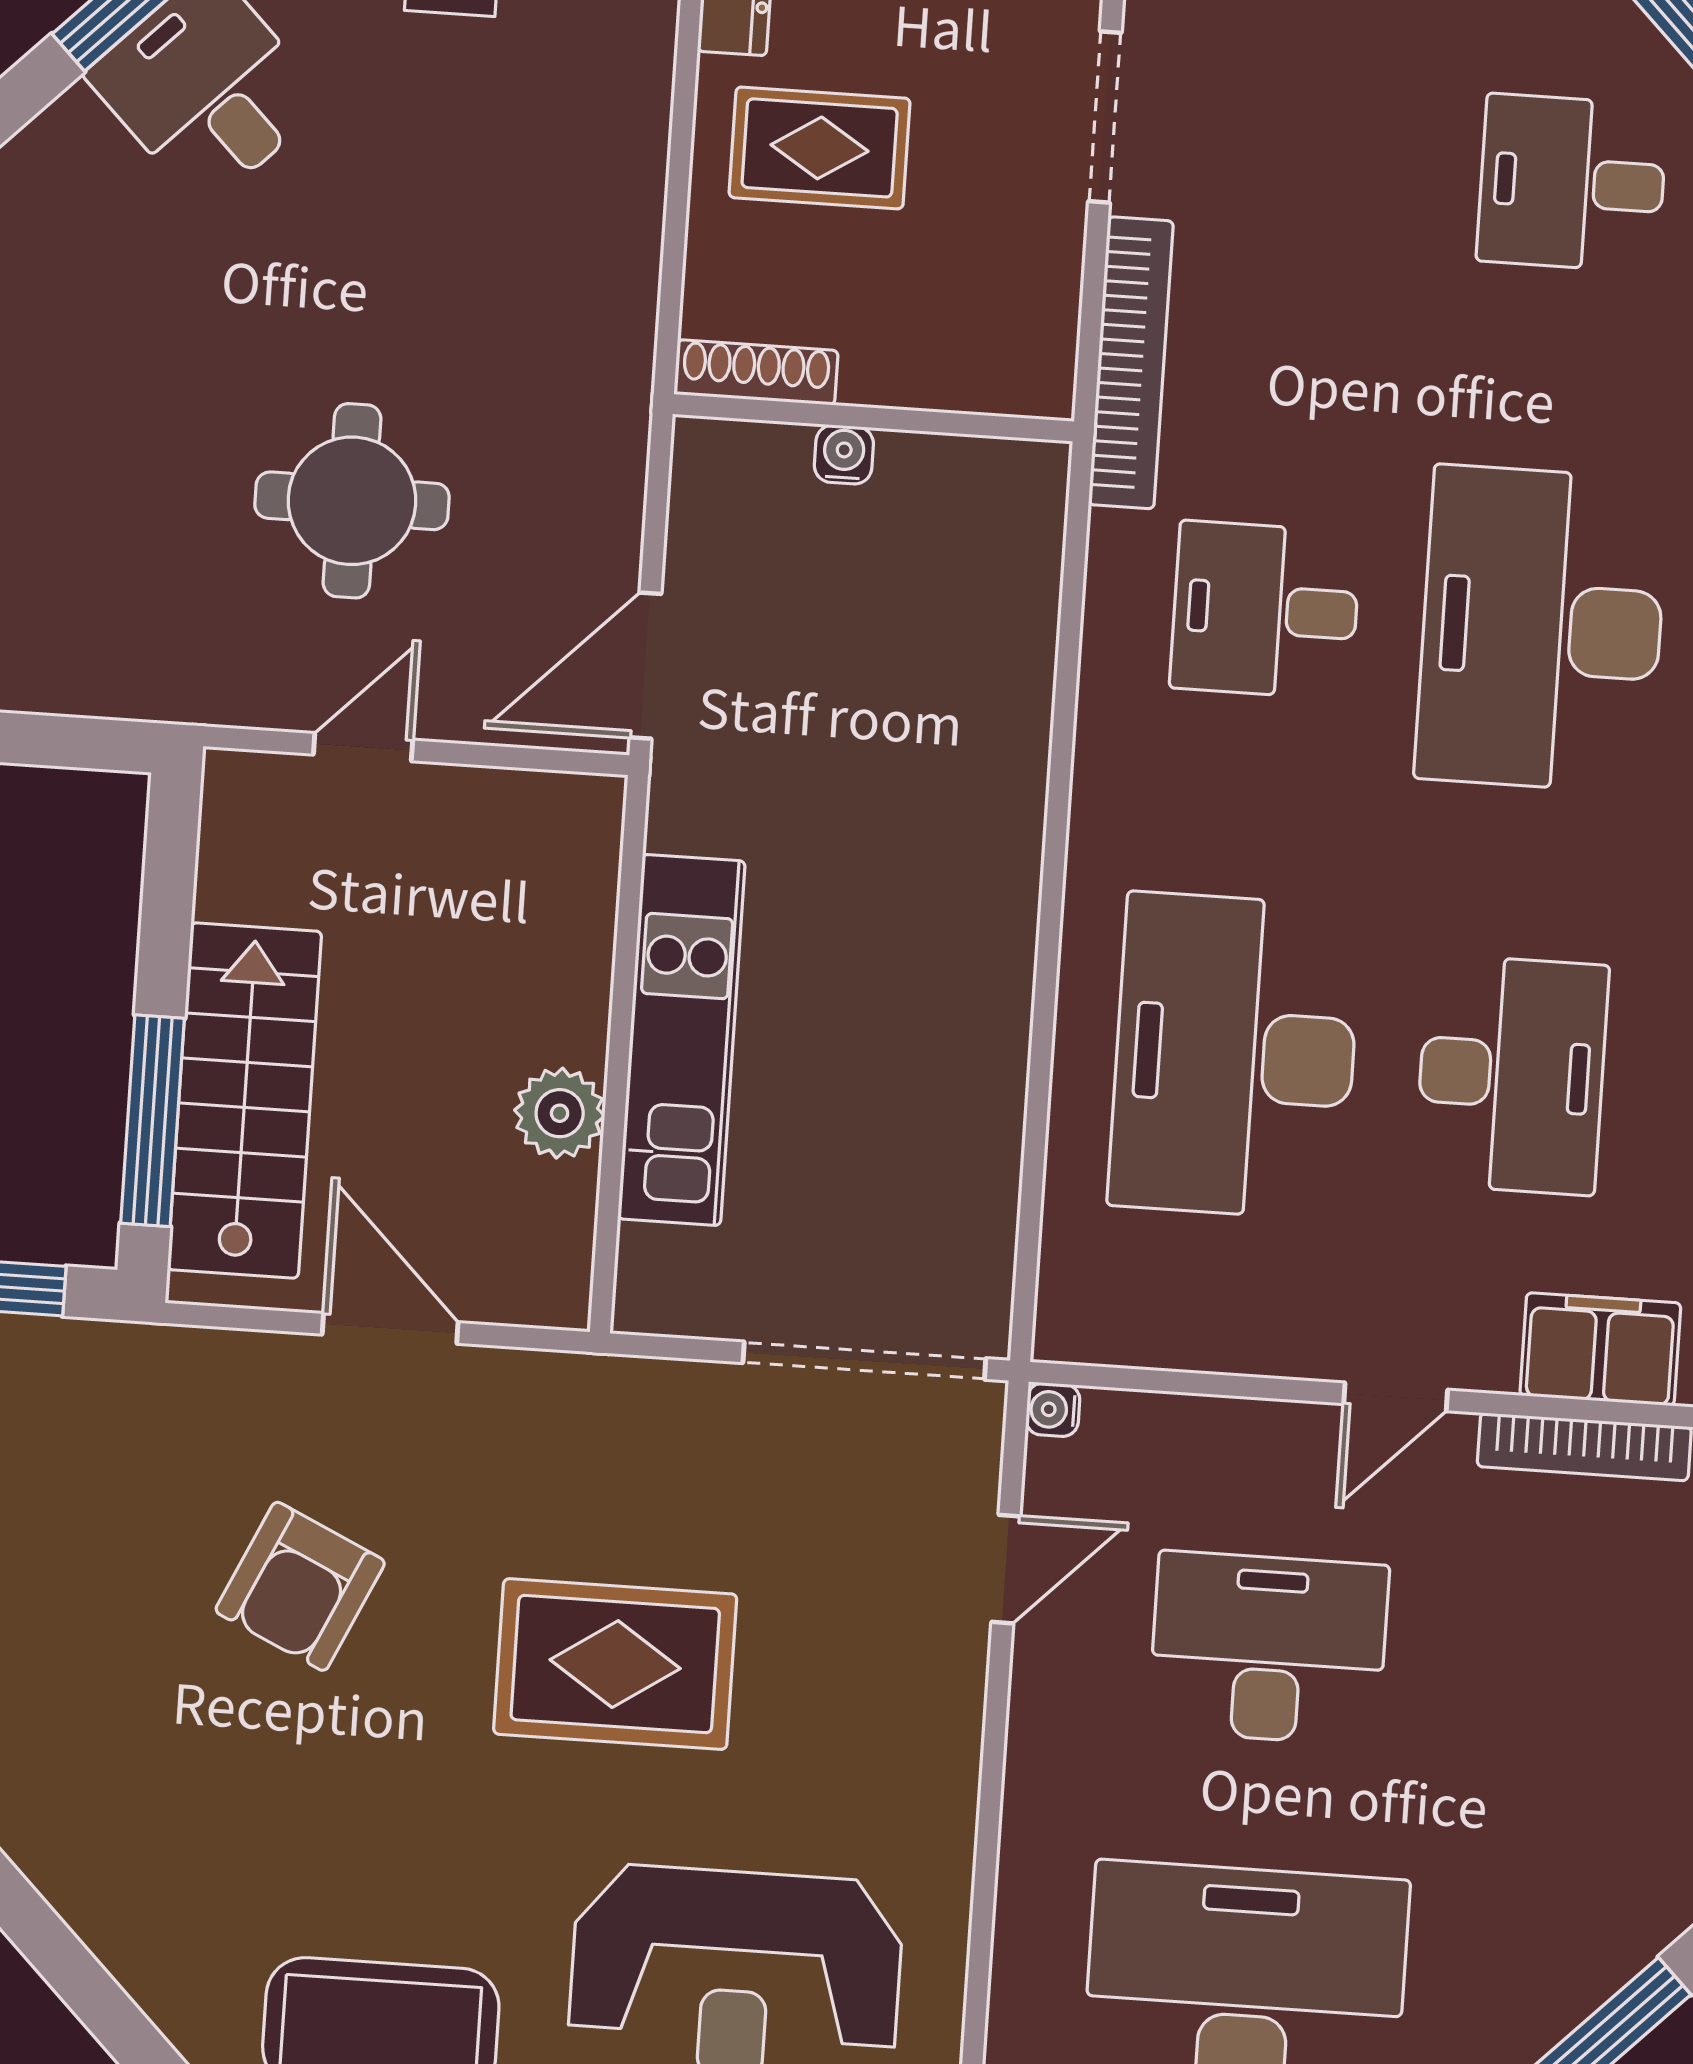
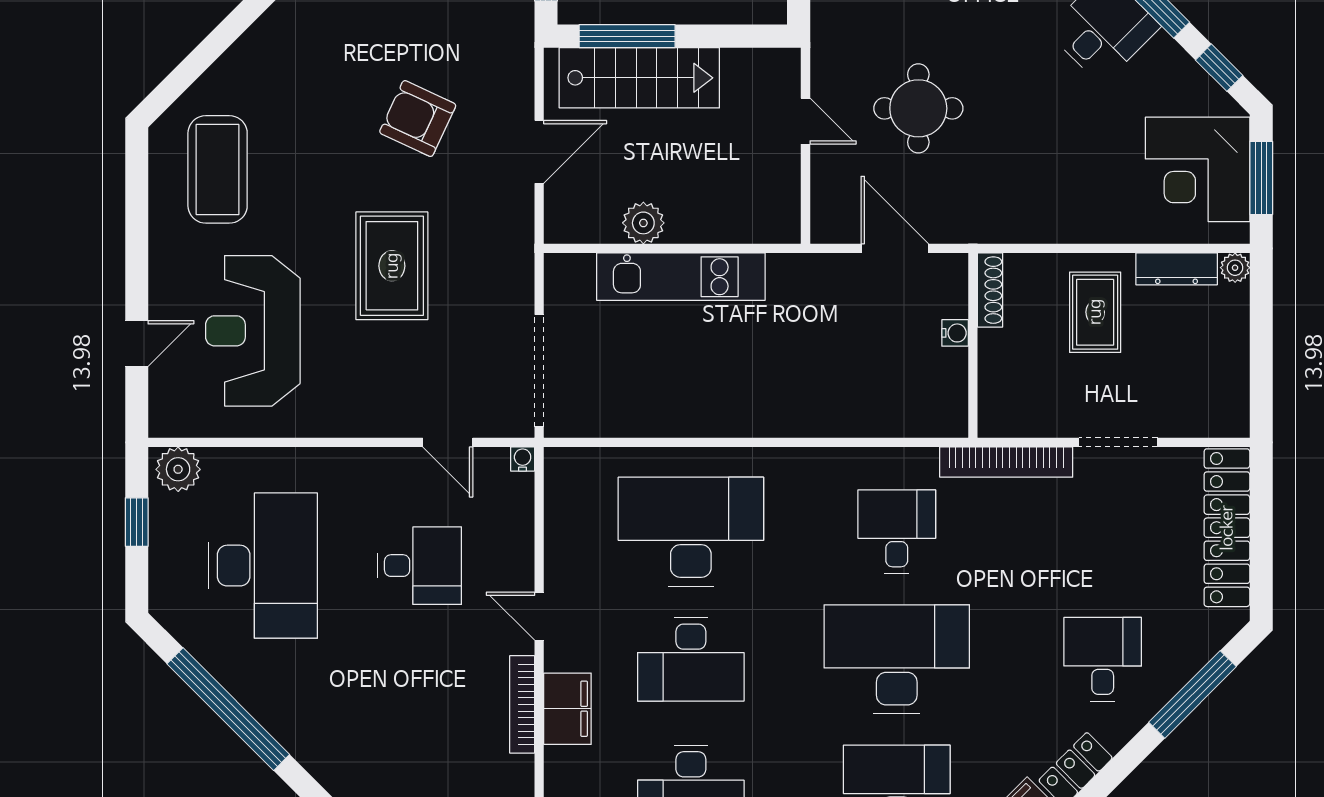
door: (645, 666) -> (895, 248), moved
desk: (1269, 1648) -> (420, 566), width x0.73

